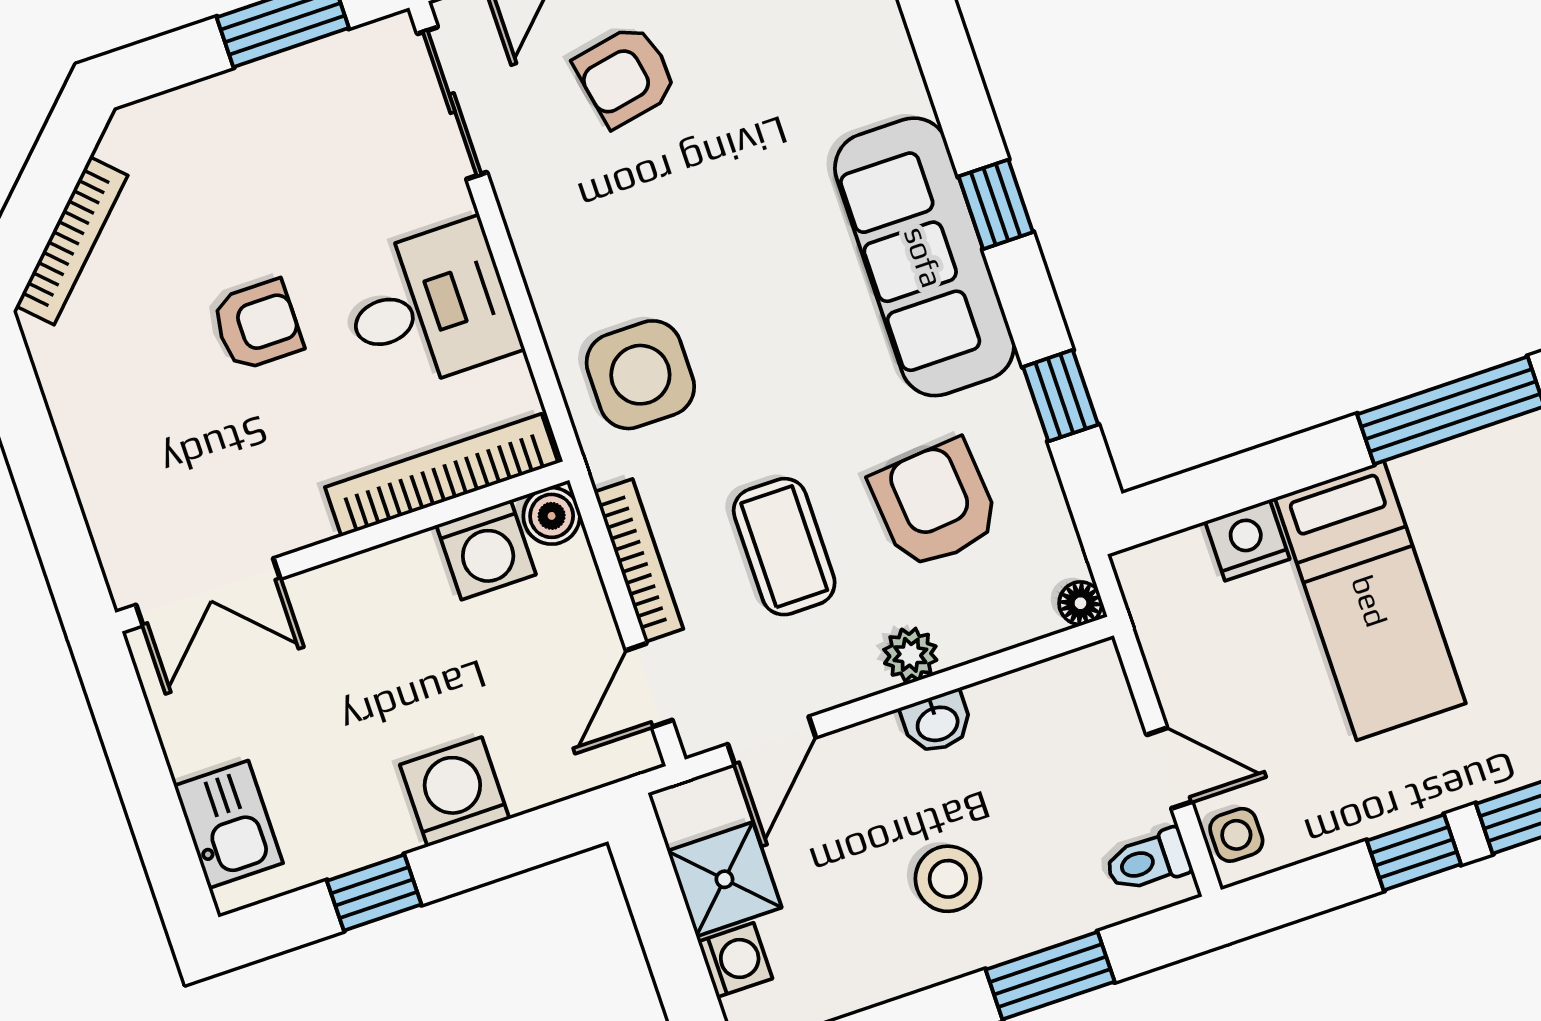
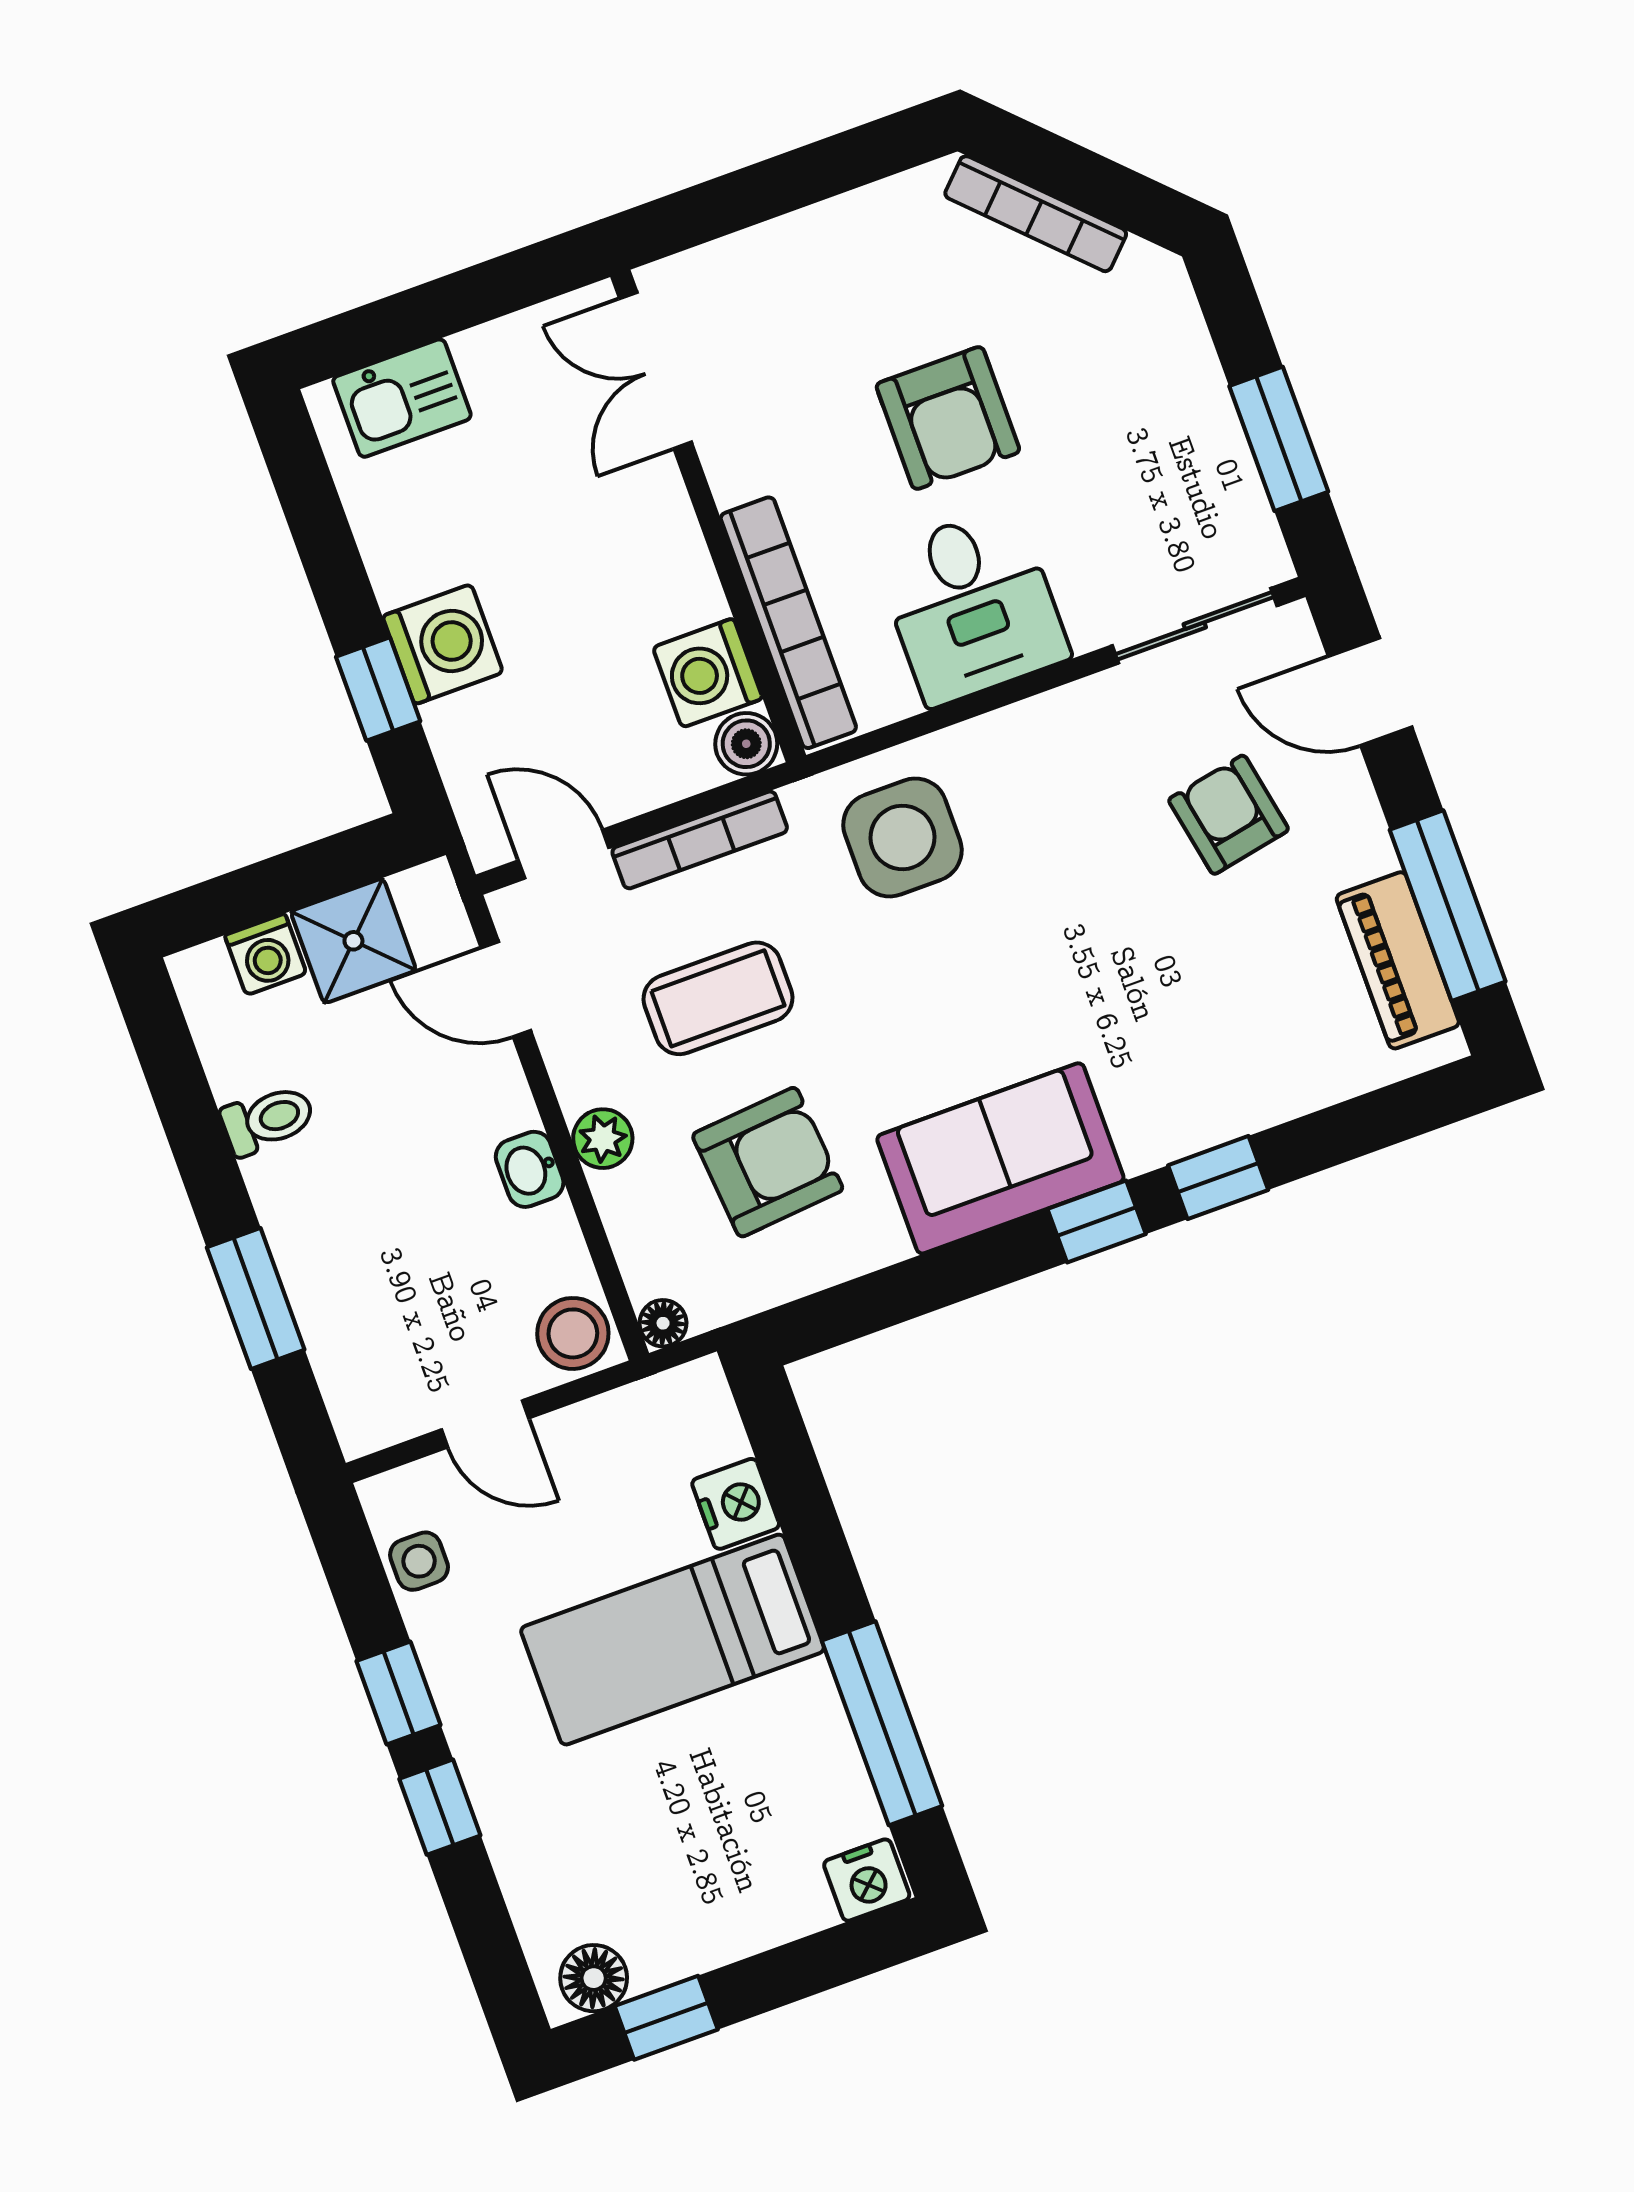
sofa: (924, 257) -> (1000, 1158), width x0.73
armchair: (257, 325) -> (948, 418), width x1.38, depth x1.38
window: (1061, 396) -> (1218, 1178), moved
door: (1169, 768) -> (485, 1424), hinge flipped
side table: (1236, 835) -> (419, 1561), moved
toilet: (1148, 861) -> (268, 1120), moved, turned 90
stool: (948, 879) -> (573, 1333), moved
window: (374, 893) -> (378, 689), moved

